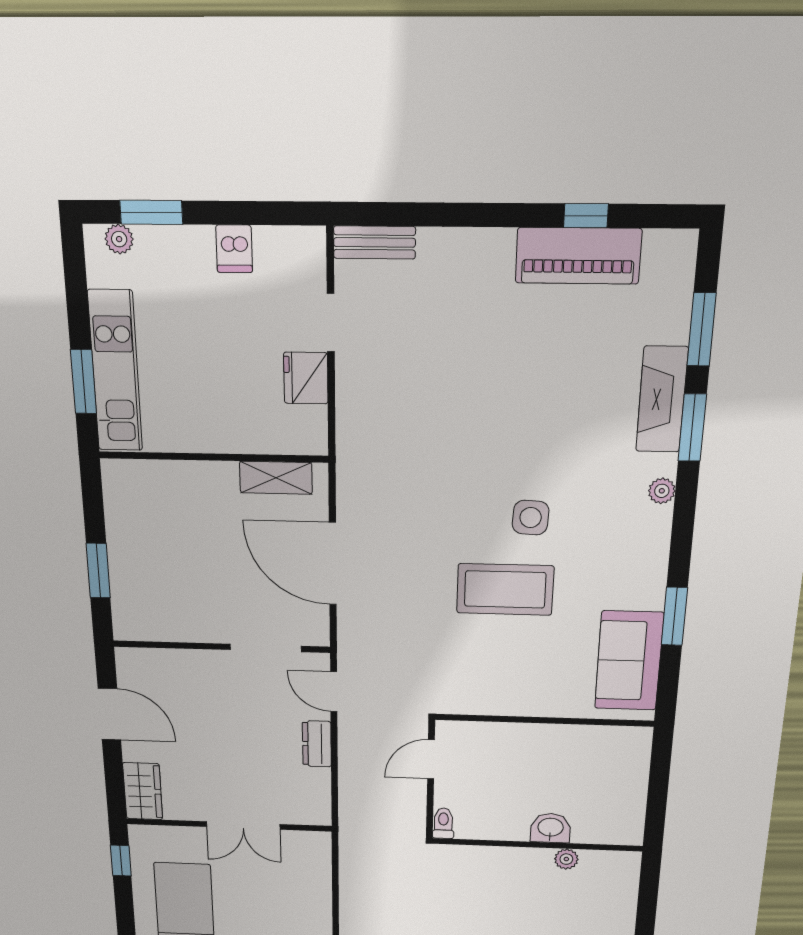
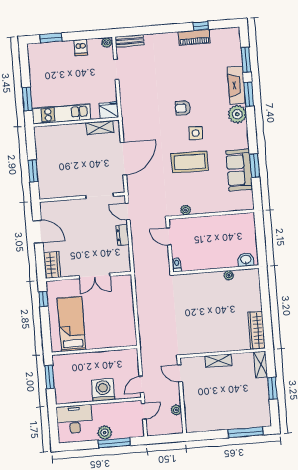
plant: (119, 239) -> (107, 42), moved
piano: (578, 256) -> (194, 37), width x0.73, depth x0.75
kitchen unit: (115, 371) -> (61, 114), moved, turned -90
fridge: (306, 378) -> (109, 110), moved, turned 90
armchair: (505, 448) -> (183, 108), added
plant: (662, 491) -> (237, 114), width x1.88, depth x1.88
door: (333, 564) -> (123, 159), swing flipped
sofa: (629, 661) -> (239, 170), moved
plant: (480, 704) -> (186, 210), added
door: (431, 759) -> (169, 237), hinge flipped
washbasin: (550, 828) -> (246, 260), moved

